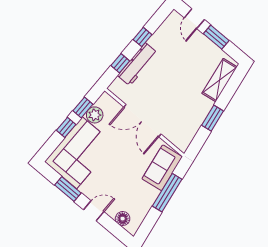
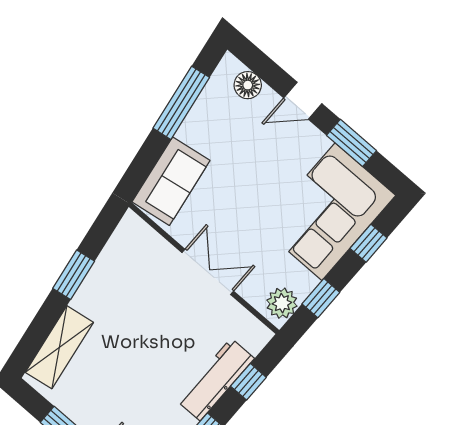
plant: (95, 115) -> (282, 303), moved
double door: (142, 121) -> (208, 272), width x0.73
window: (66, 127) -> (369, 243), moved
window: (167, 193) -> (181, 103), moved

